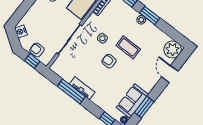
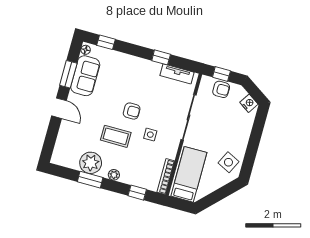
window: (150, 15) -> (90, 180), moved
plant: (173, 49) -> (91, 163), moved
door: (170, 74) -> (59, 108), moved
tv unit: (82, 88) -> (177, 74), moved
window: (71, 91) -> (161, 57), width x0.46

